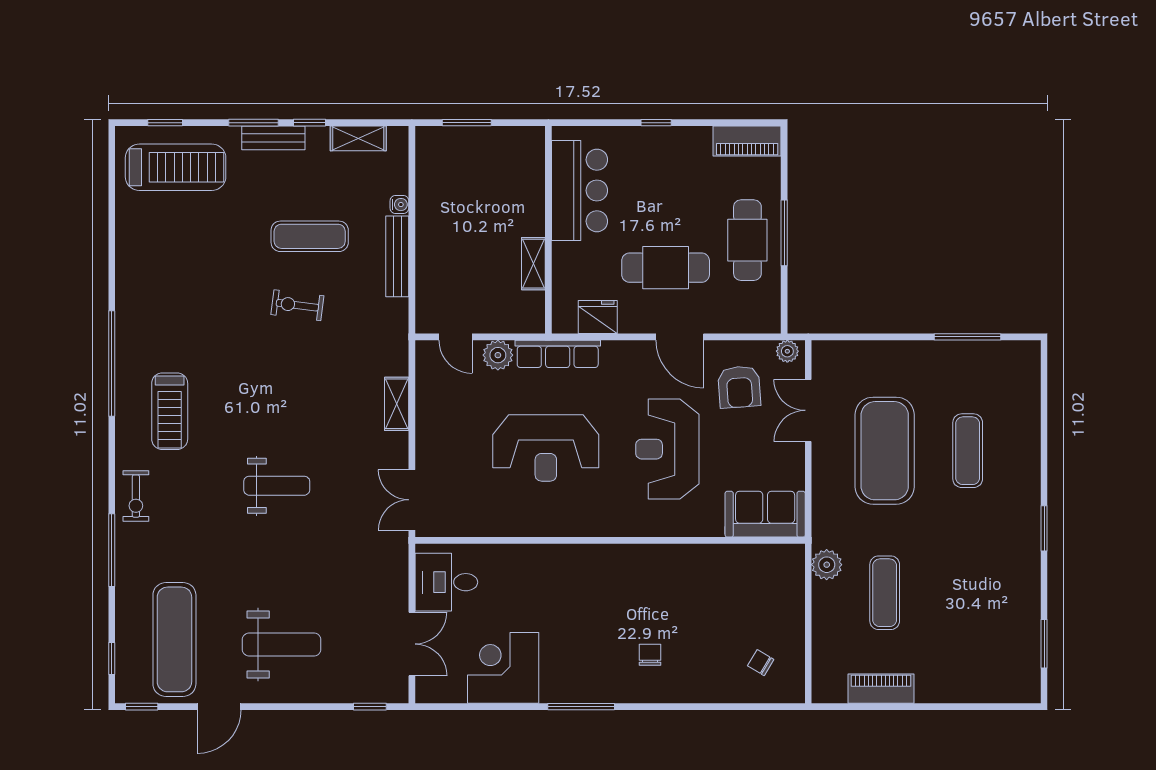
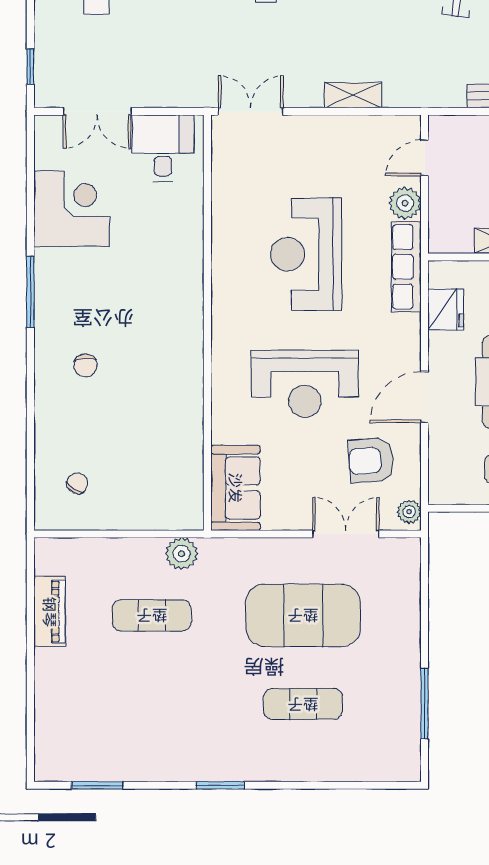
reception desk: (667, 449) -> (305, 384), turned 180
chair: (650, 655) -> (85, 365), turned 87

